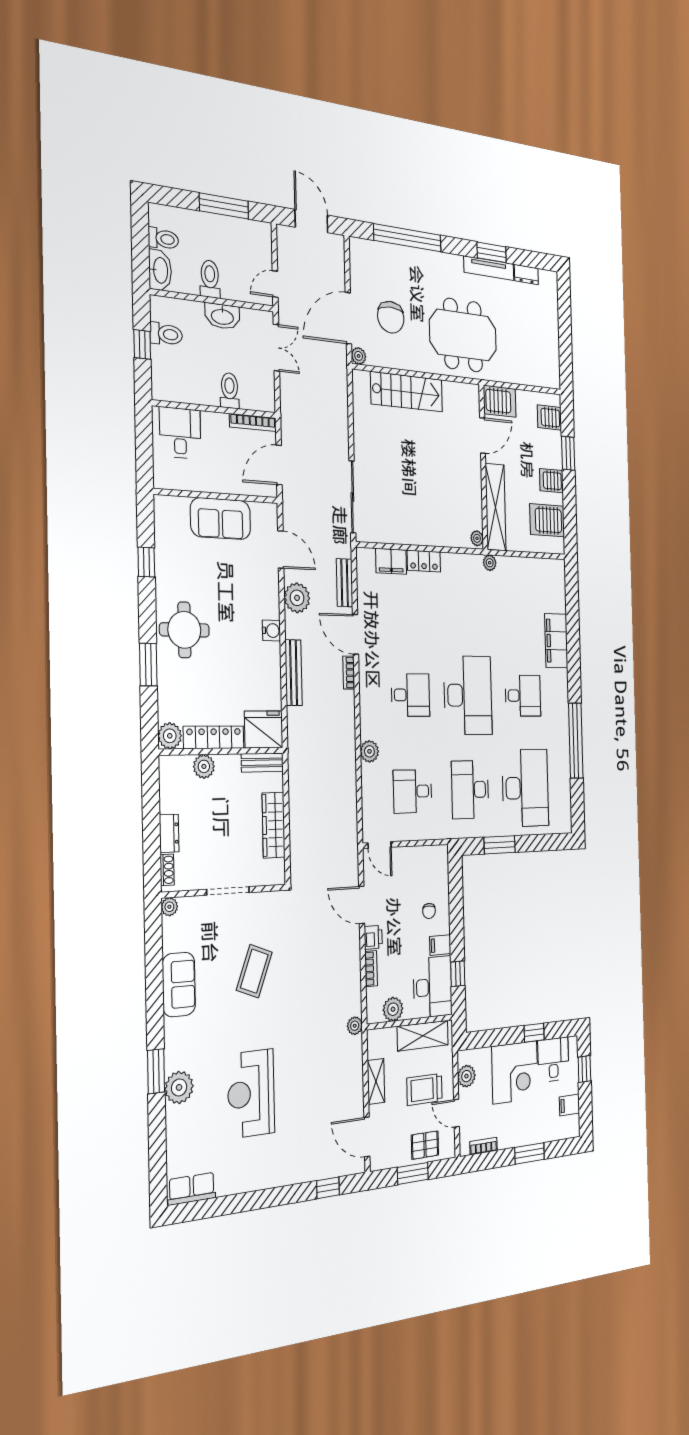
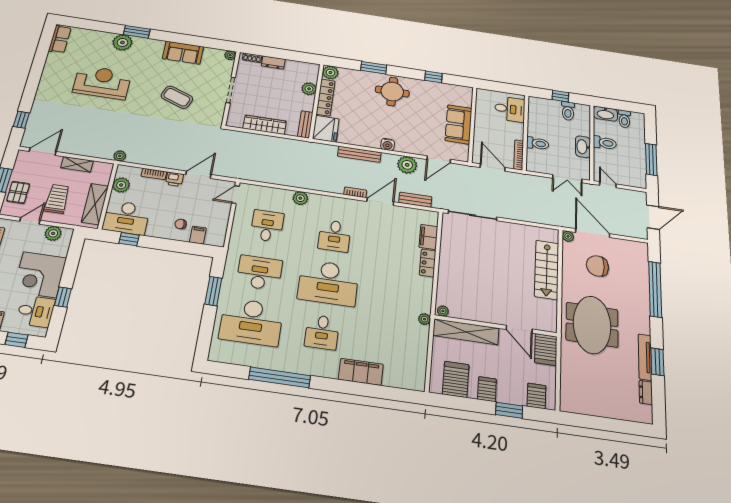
filing cabinet: (440, 945) -> (198, 235), moved

